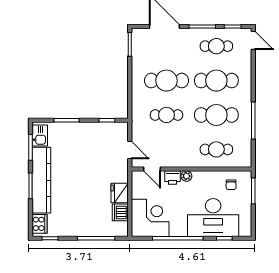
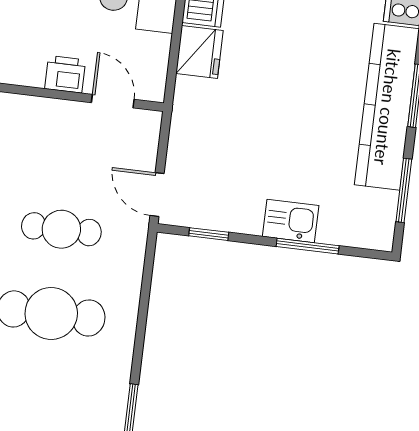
kitchen sink: (40, 135) -> (291, 221), moved, turned 90
door: (130, 150) -> (157, 195), moved
plant: (186, 176) -> (31, 74), removed

